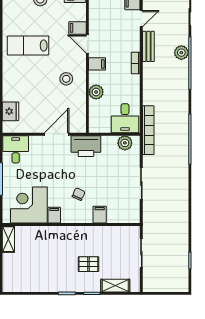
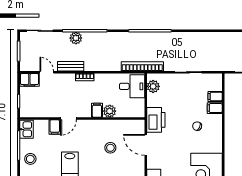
filing cabinet: (97, 64) -> (97, 110), moved
stool: (66, 79) -> (110, 148), moved
filing cabinet: (54, 215) -> (215, 96), moved

